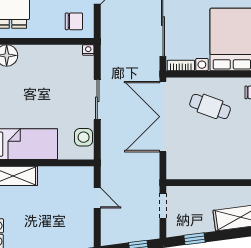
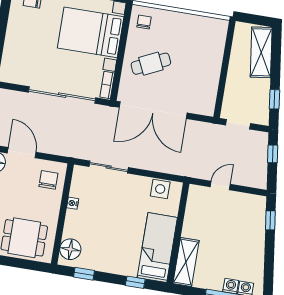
nightstand: (88, 50) -> (73, 203), moved
sliding door: (97, 99) -> (109, 167), moved
cafe table: (210, 106) -> (151, 64), turned 45

